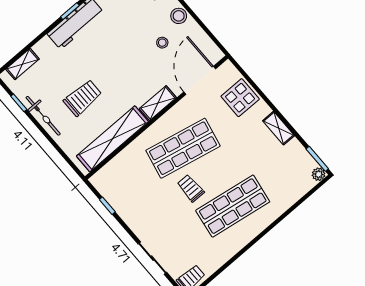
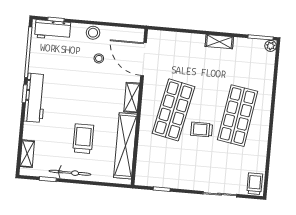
display table: (240, 98) -> (178, 46), removed

